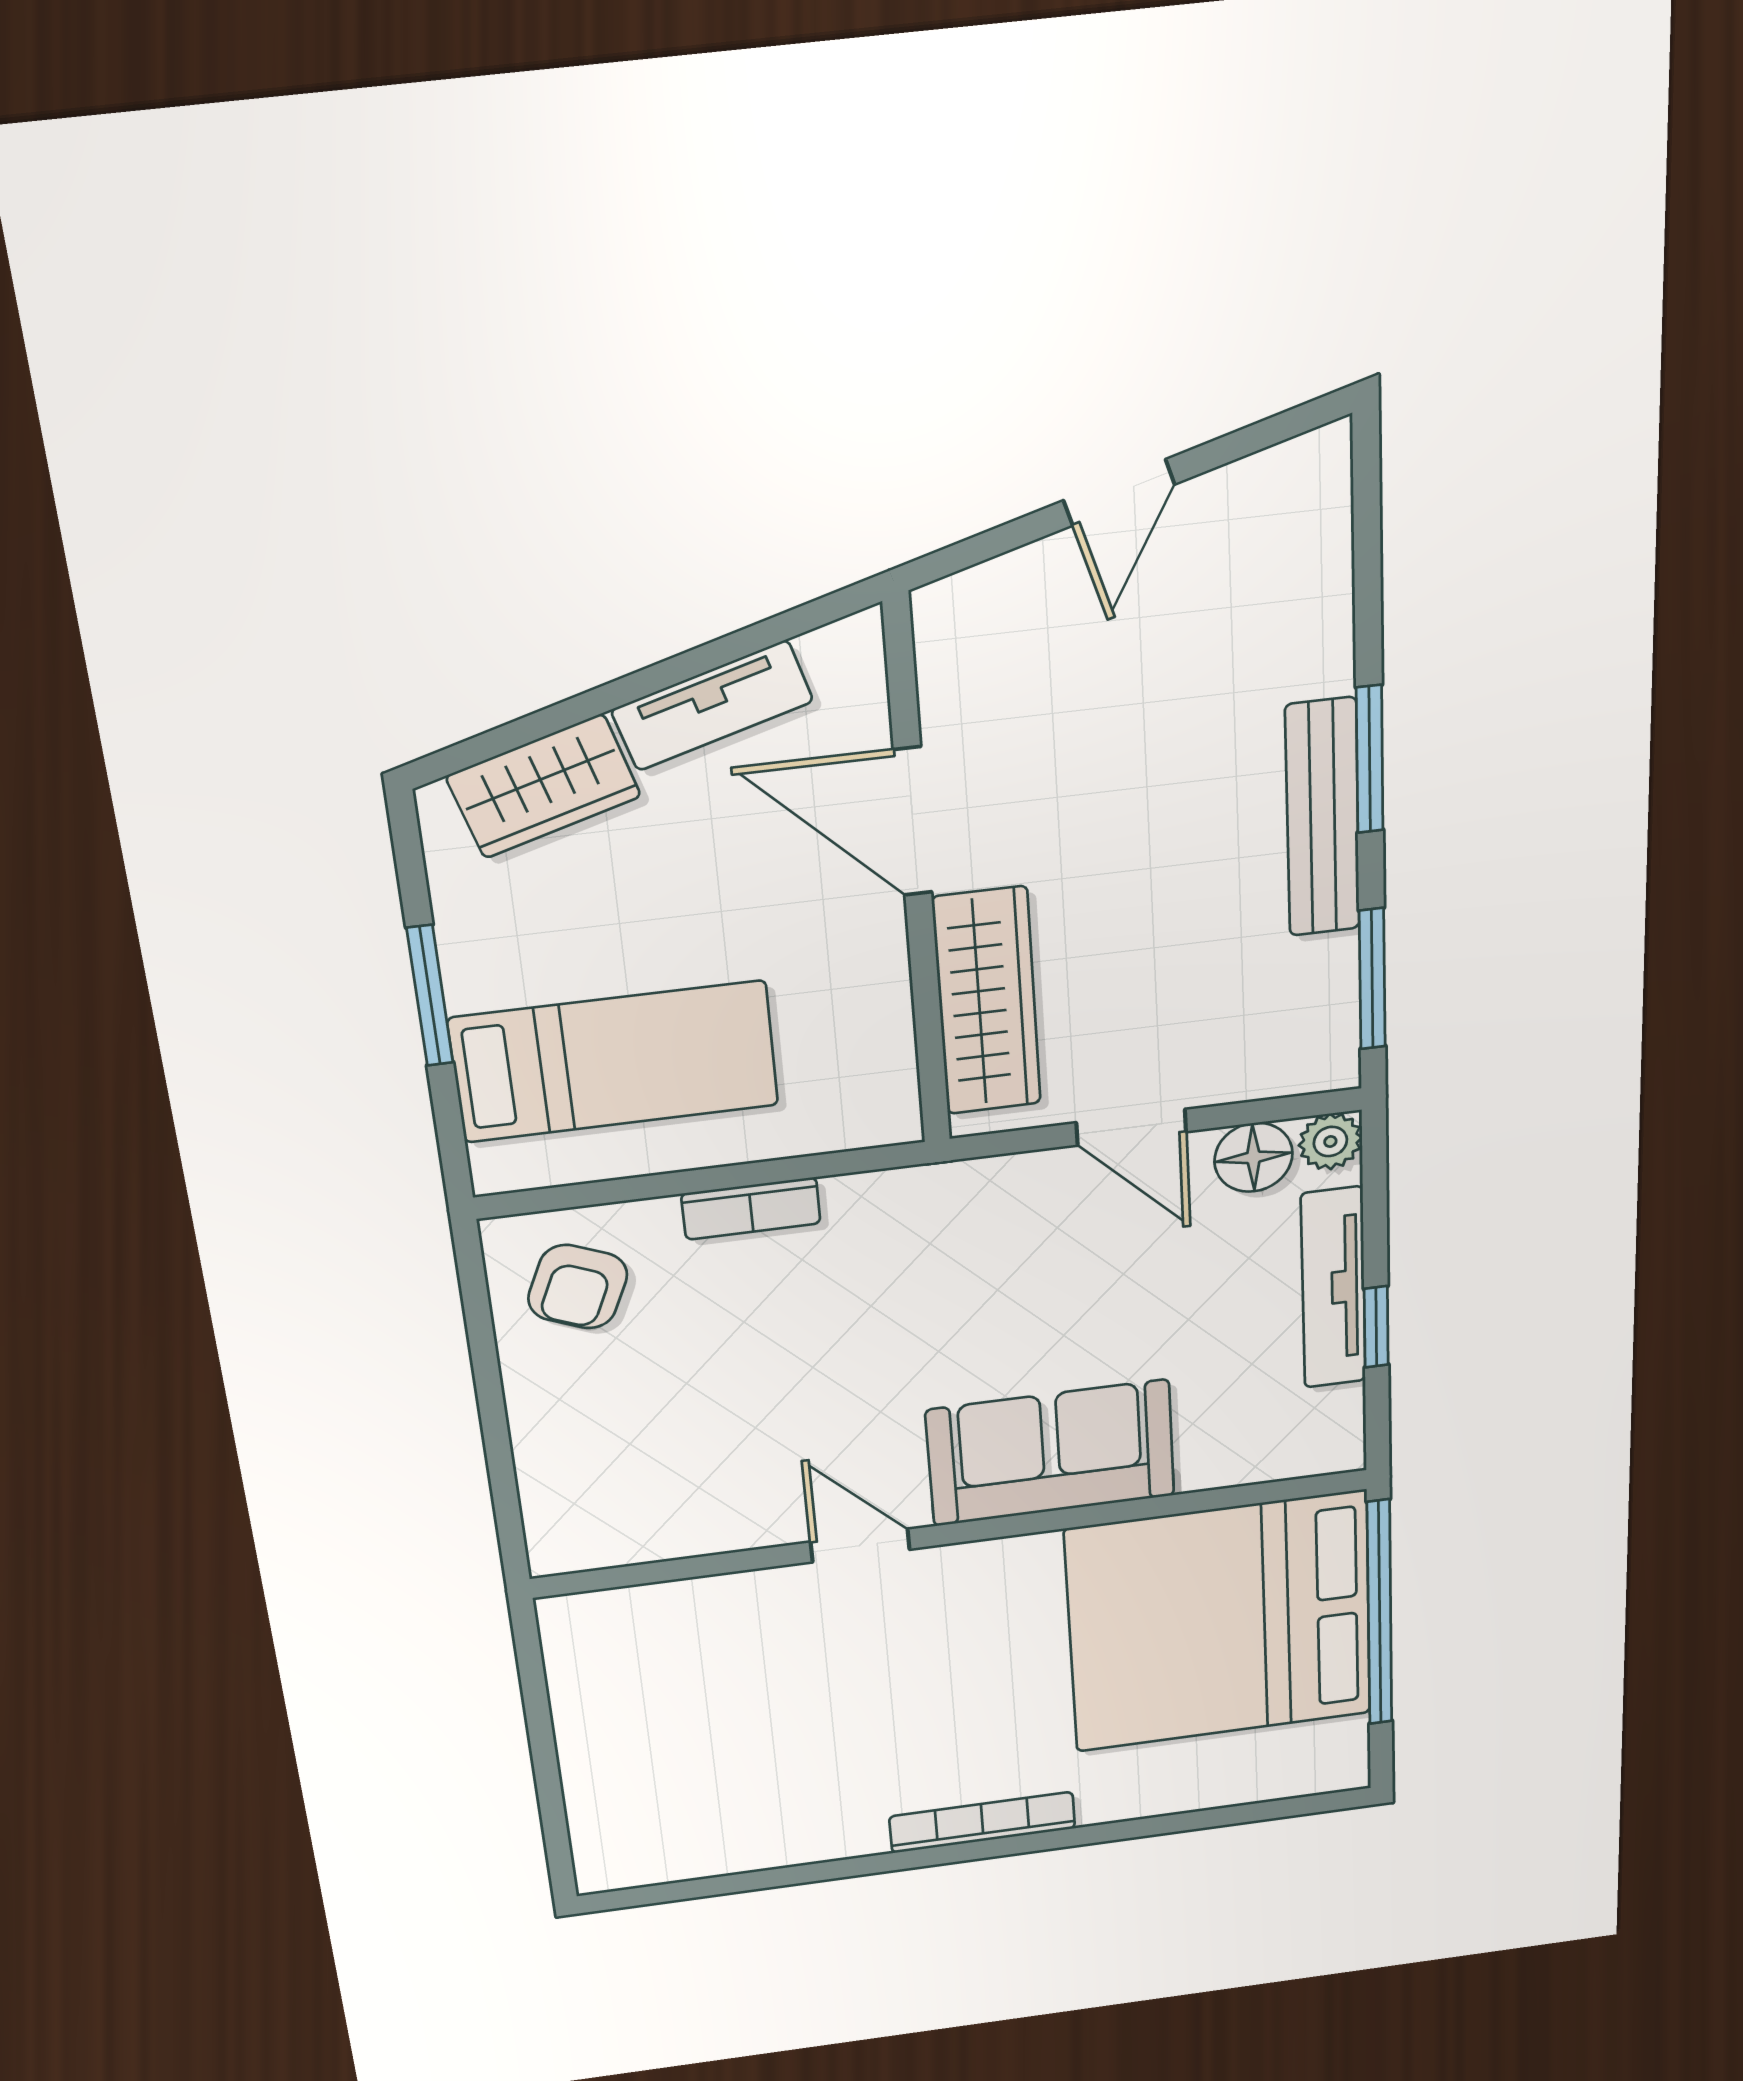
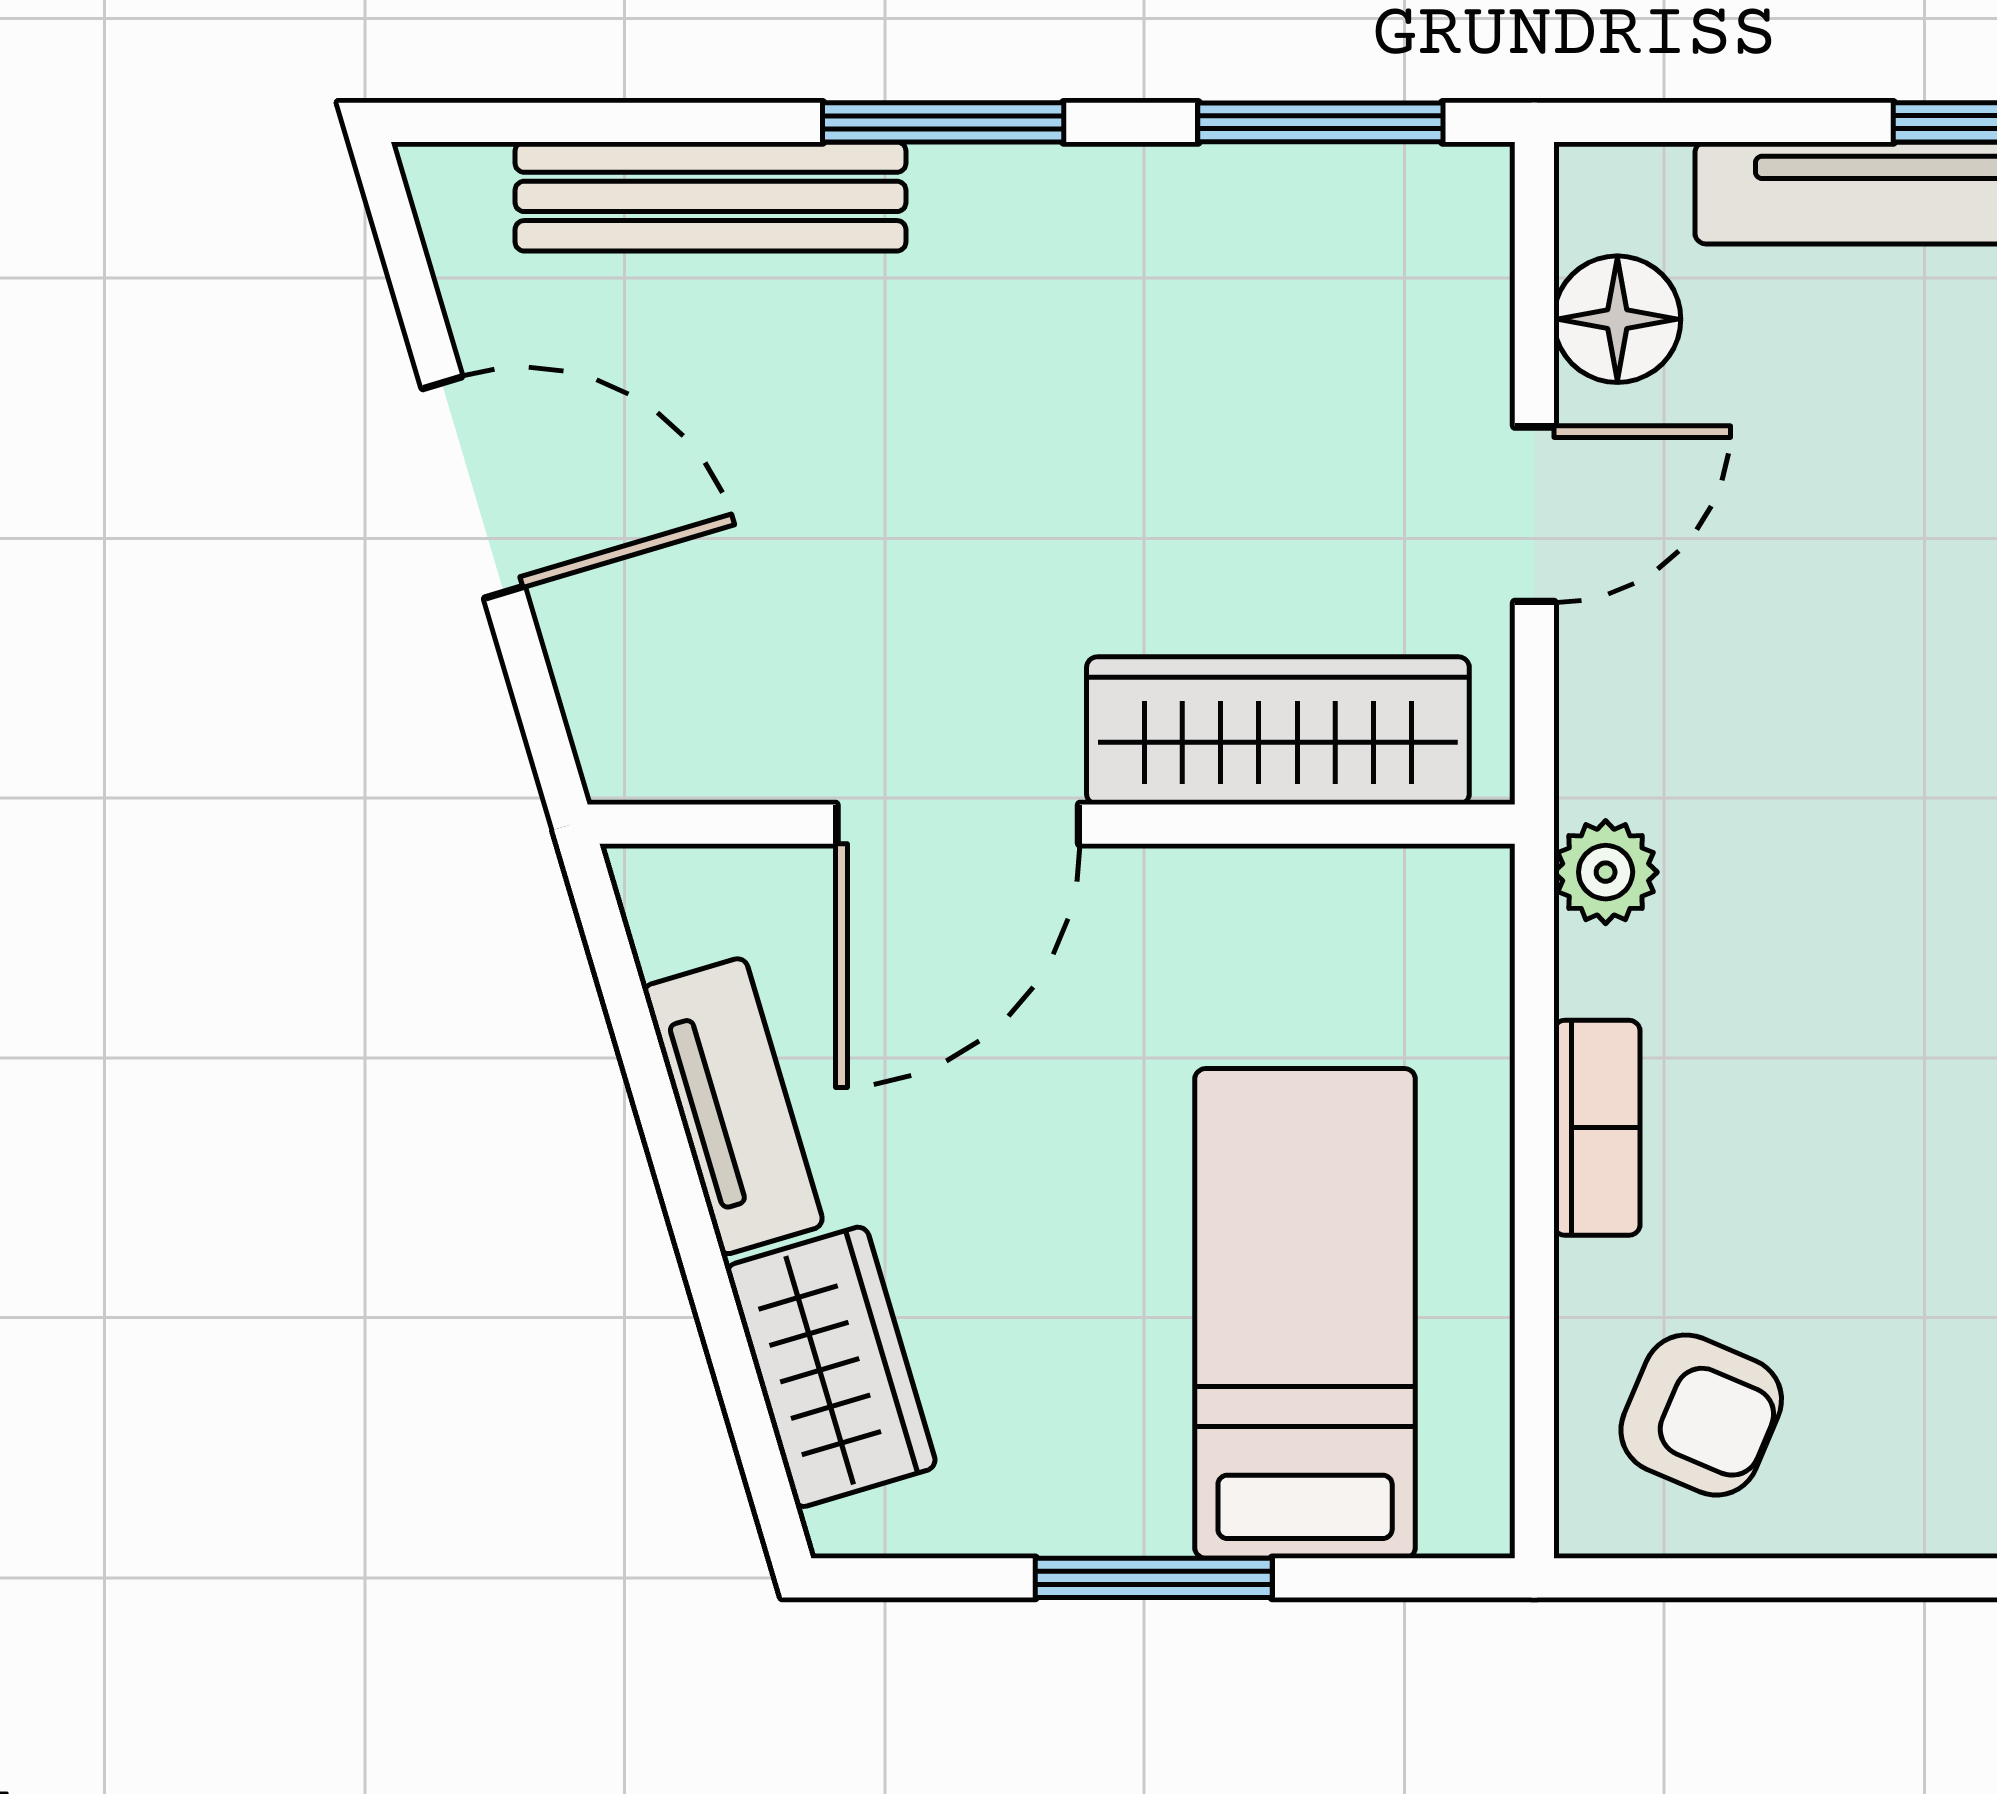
door: (1119, 492) -> (473, 488), width x1.37
bench: (1323, 818) -> (711, 196), moved
plant: (1330, 1142) -> (1606, 872), moved

